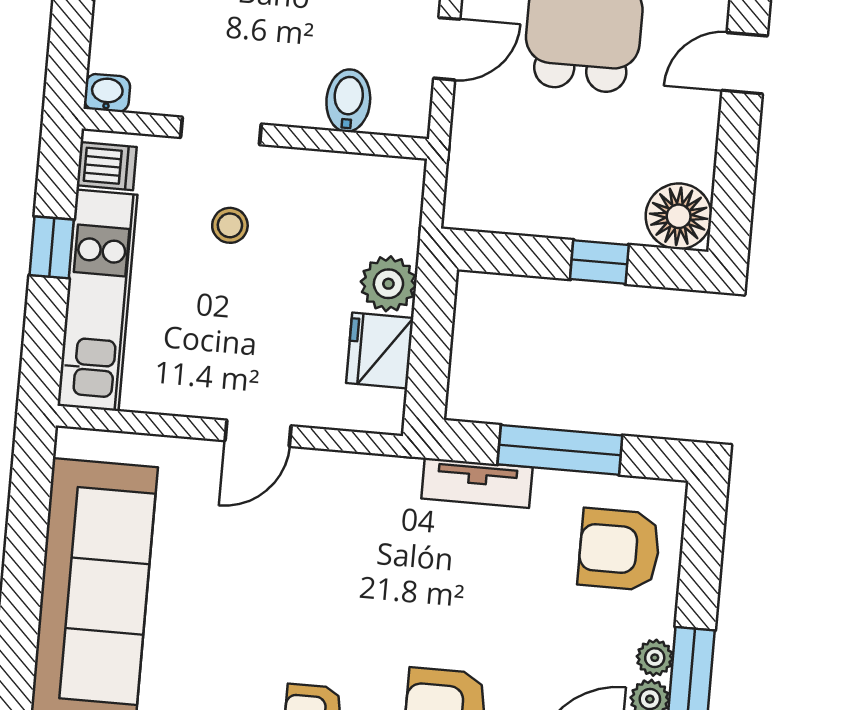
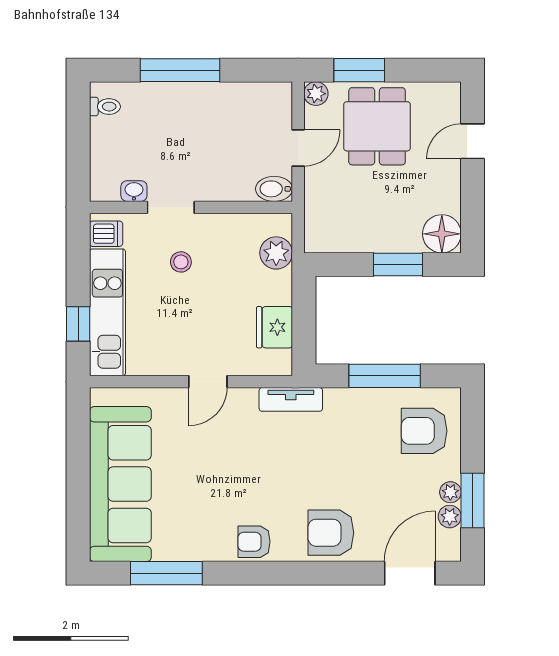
washbasin: (107, 93) -> (134, 191), moved
bidet: (348, 101) -> (274, 189), moved, turned -90
window: (52, 247) -> (78, 324), moved
window: (599, 262) -> (398, 264), width x1.50
plant: (388, 284) -> (276, 253), moved
tv unit: (477, 483) -> (291, 399), moved

